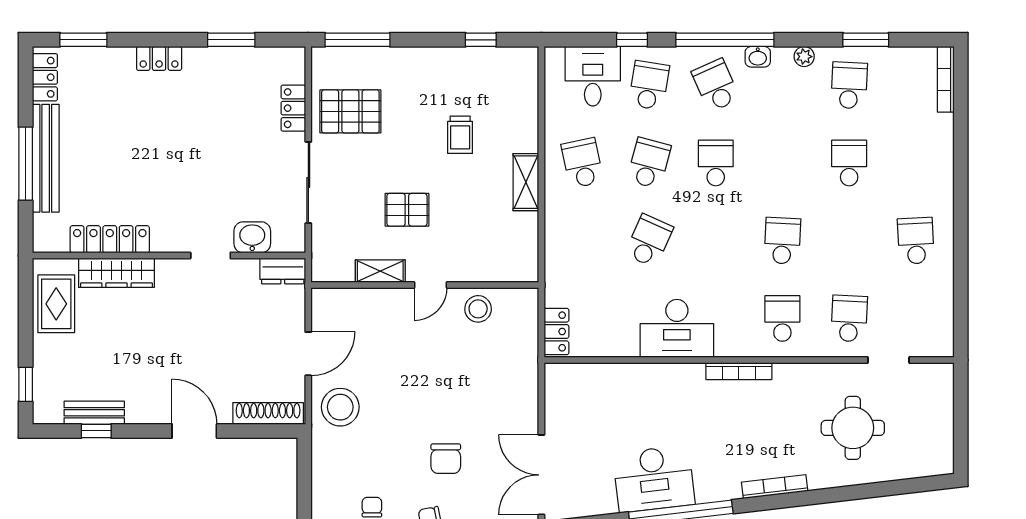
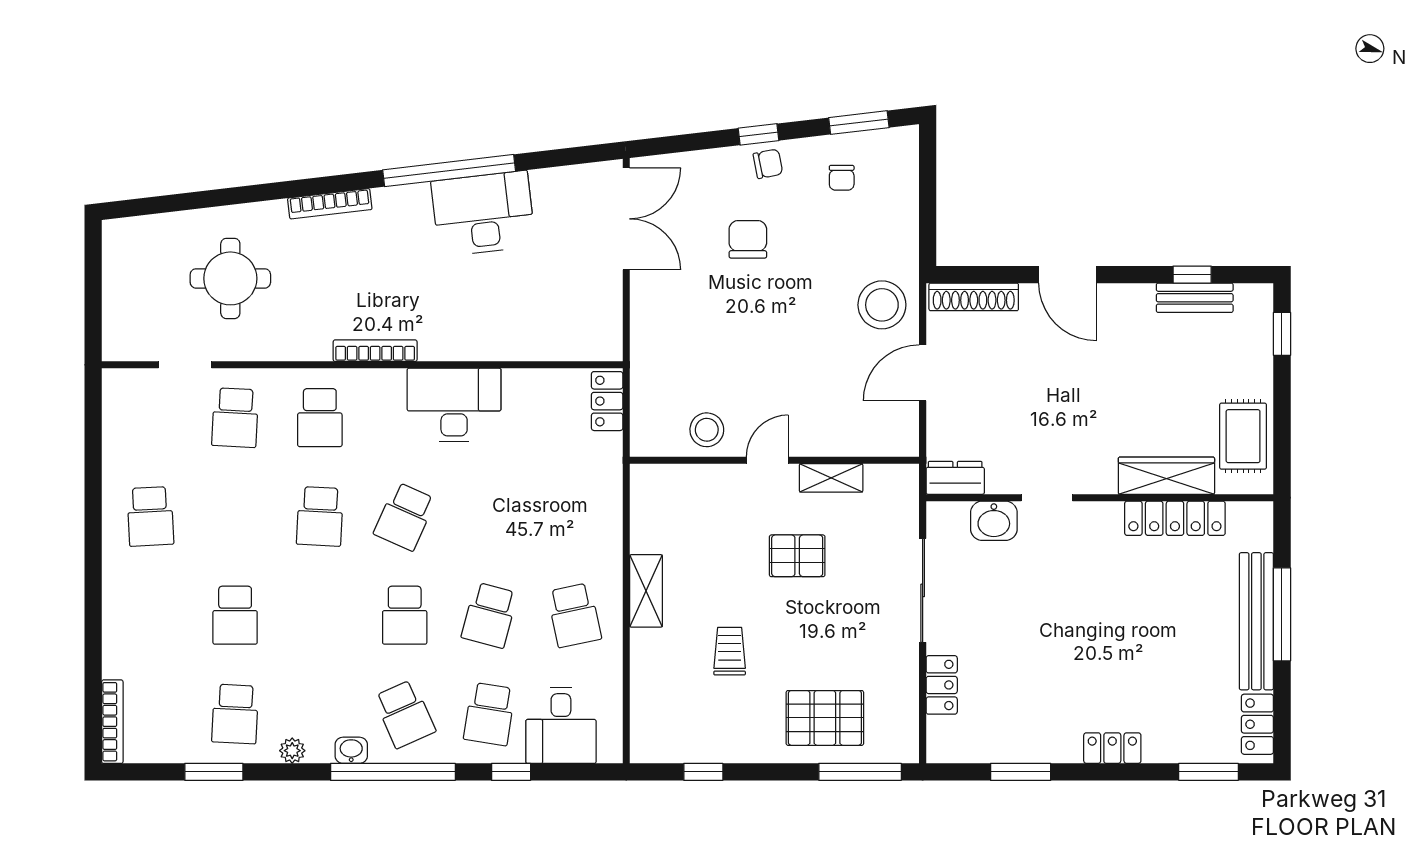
pallet: (350, 111) -> (825, 718), moved
school desk: (649, 241) -> (405, 516), moved

